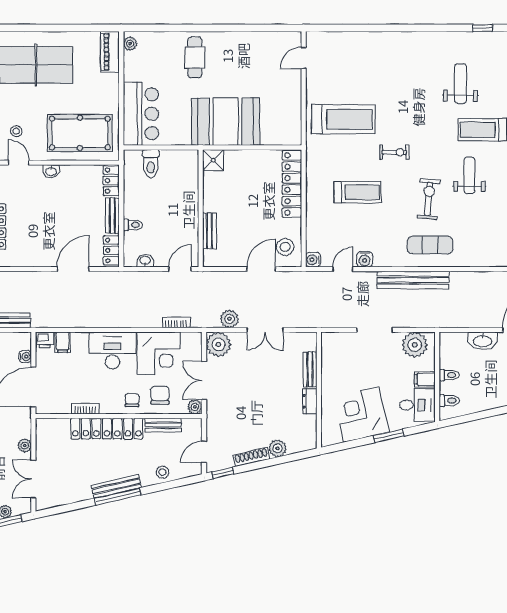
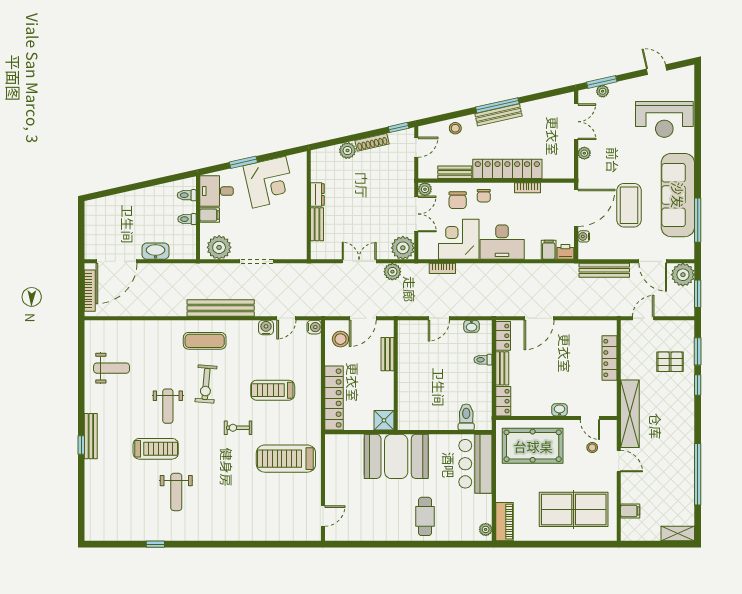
shower: (213, 160) -> (384, 420), moved
wall: (201, 208) -> (396, 375), moved
bench: (210, 231) -> (387, 354), moved

